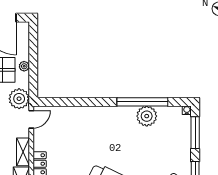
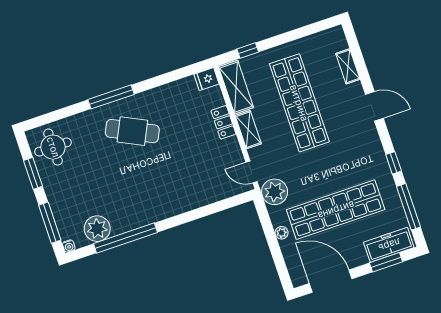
plant: (147, 116) -> (97, 229), moved
door: (31, 119) -> (252, 172), hinge flipped

